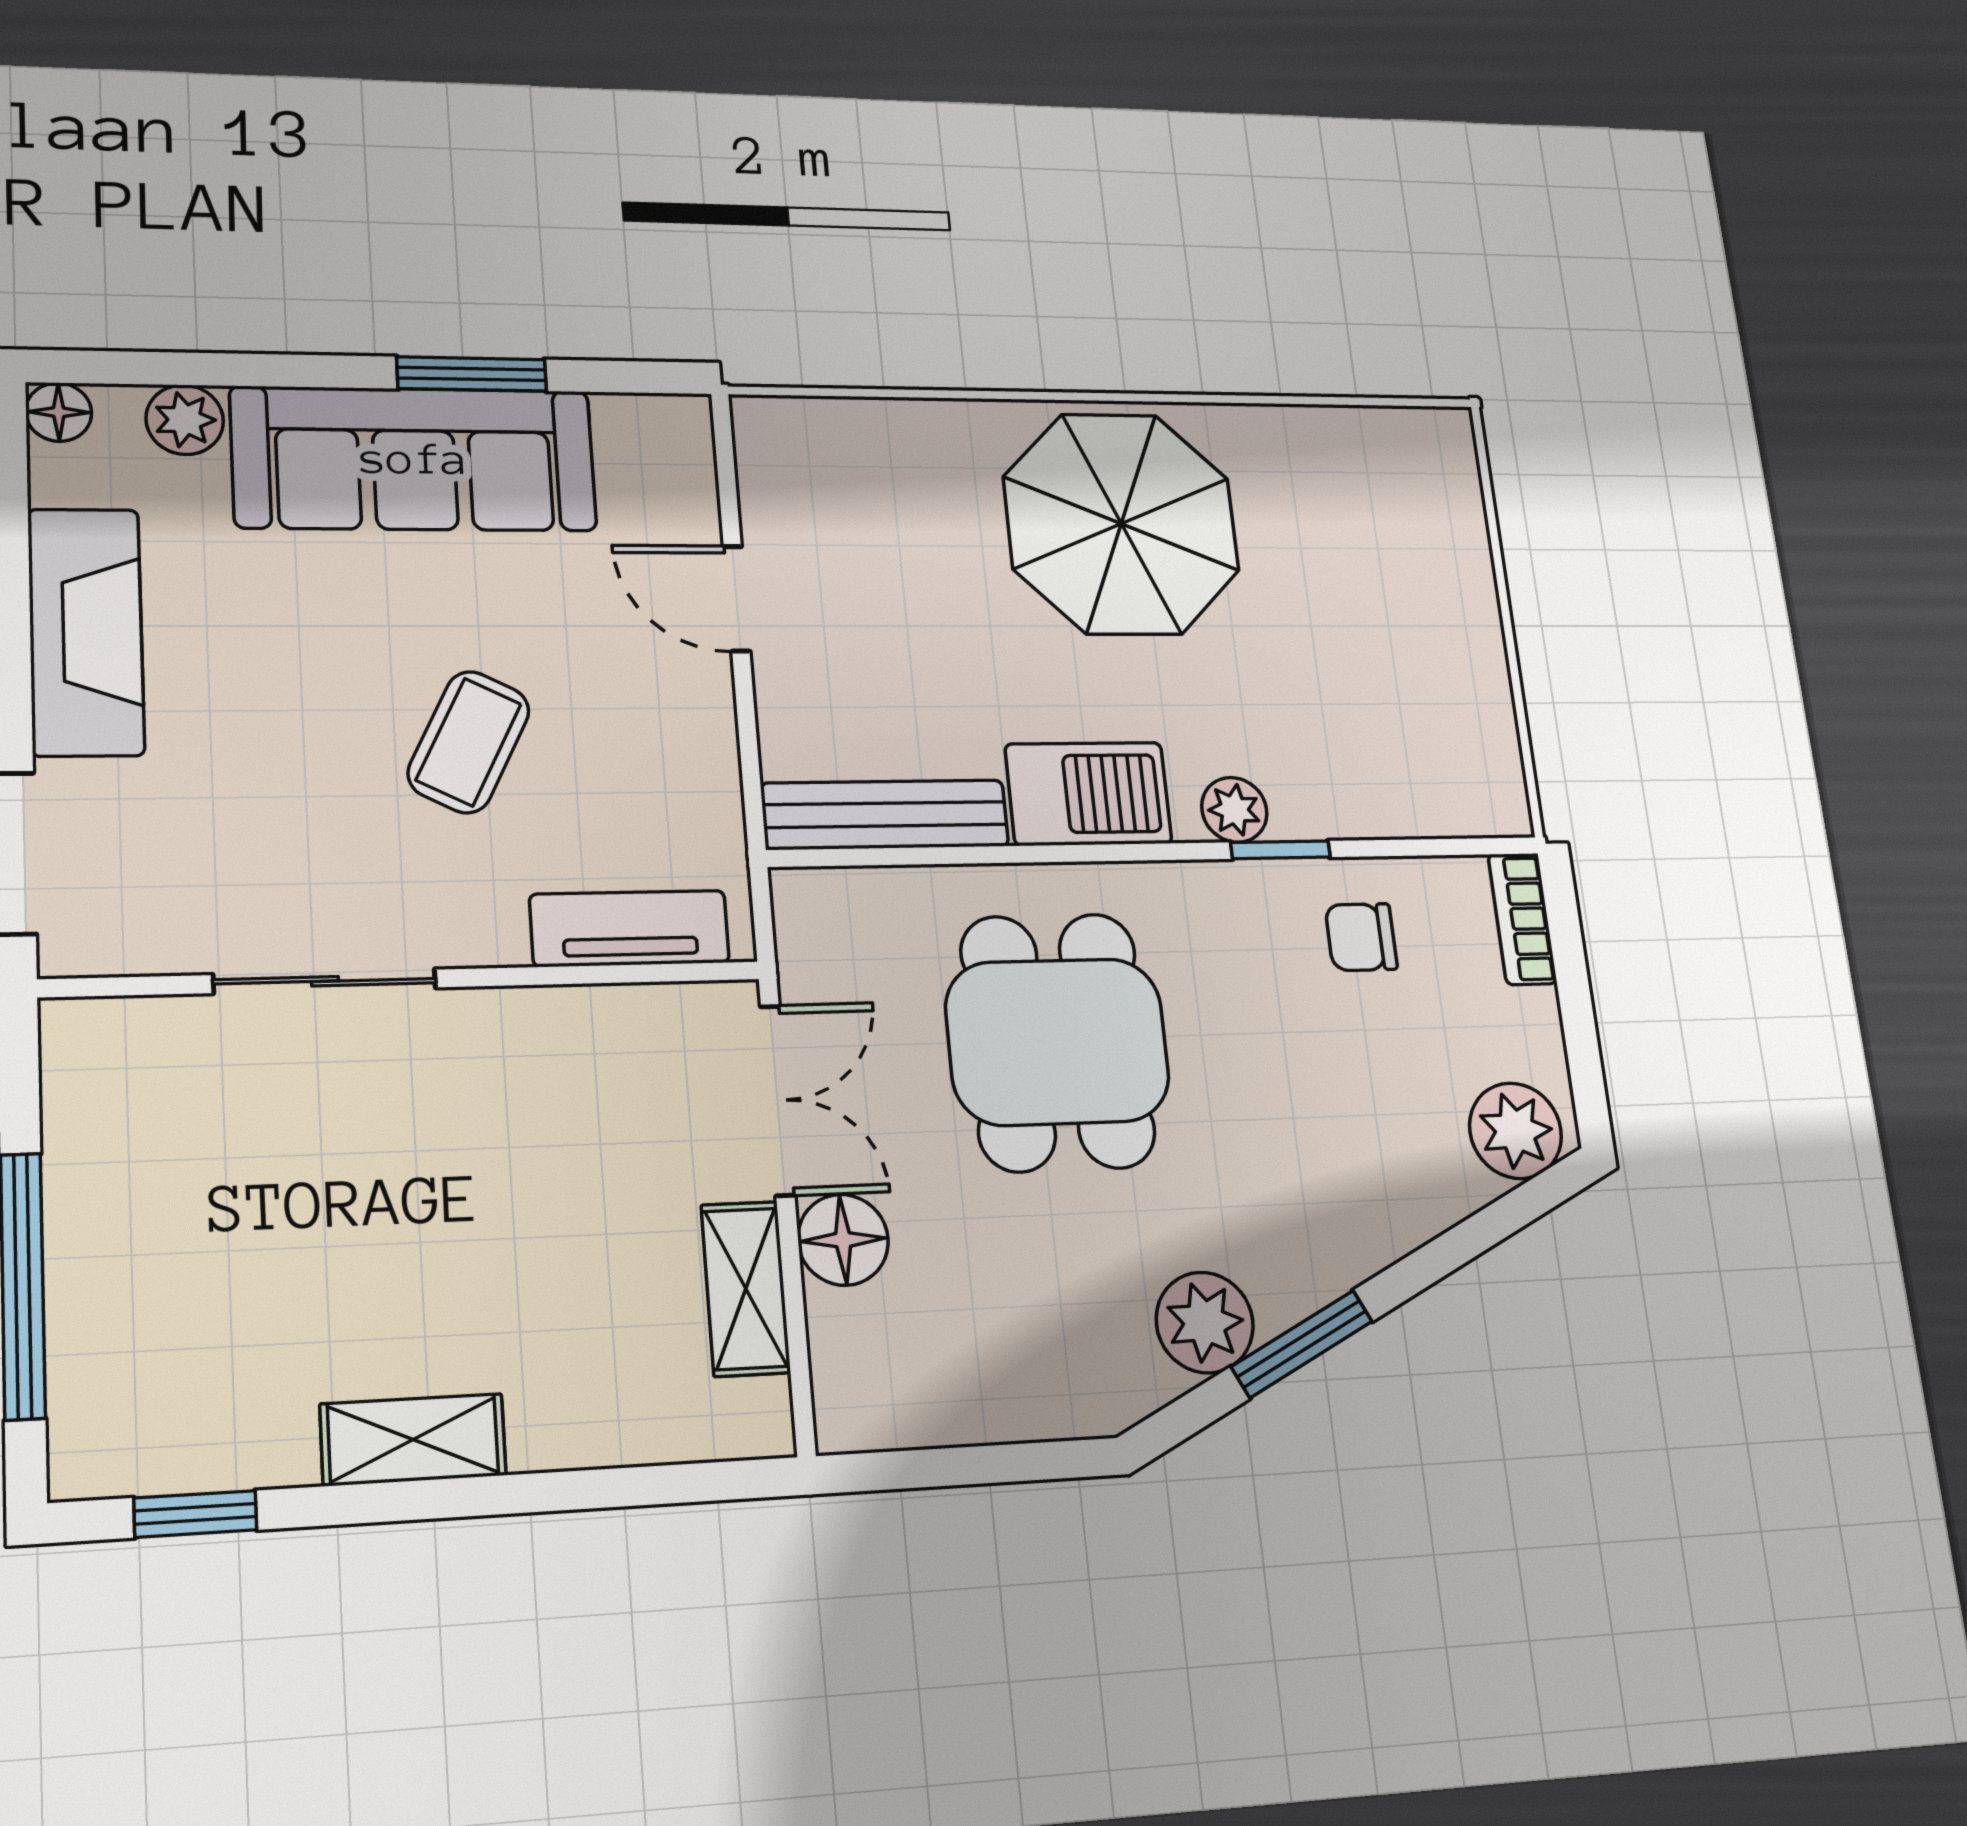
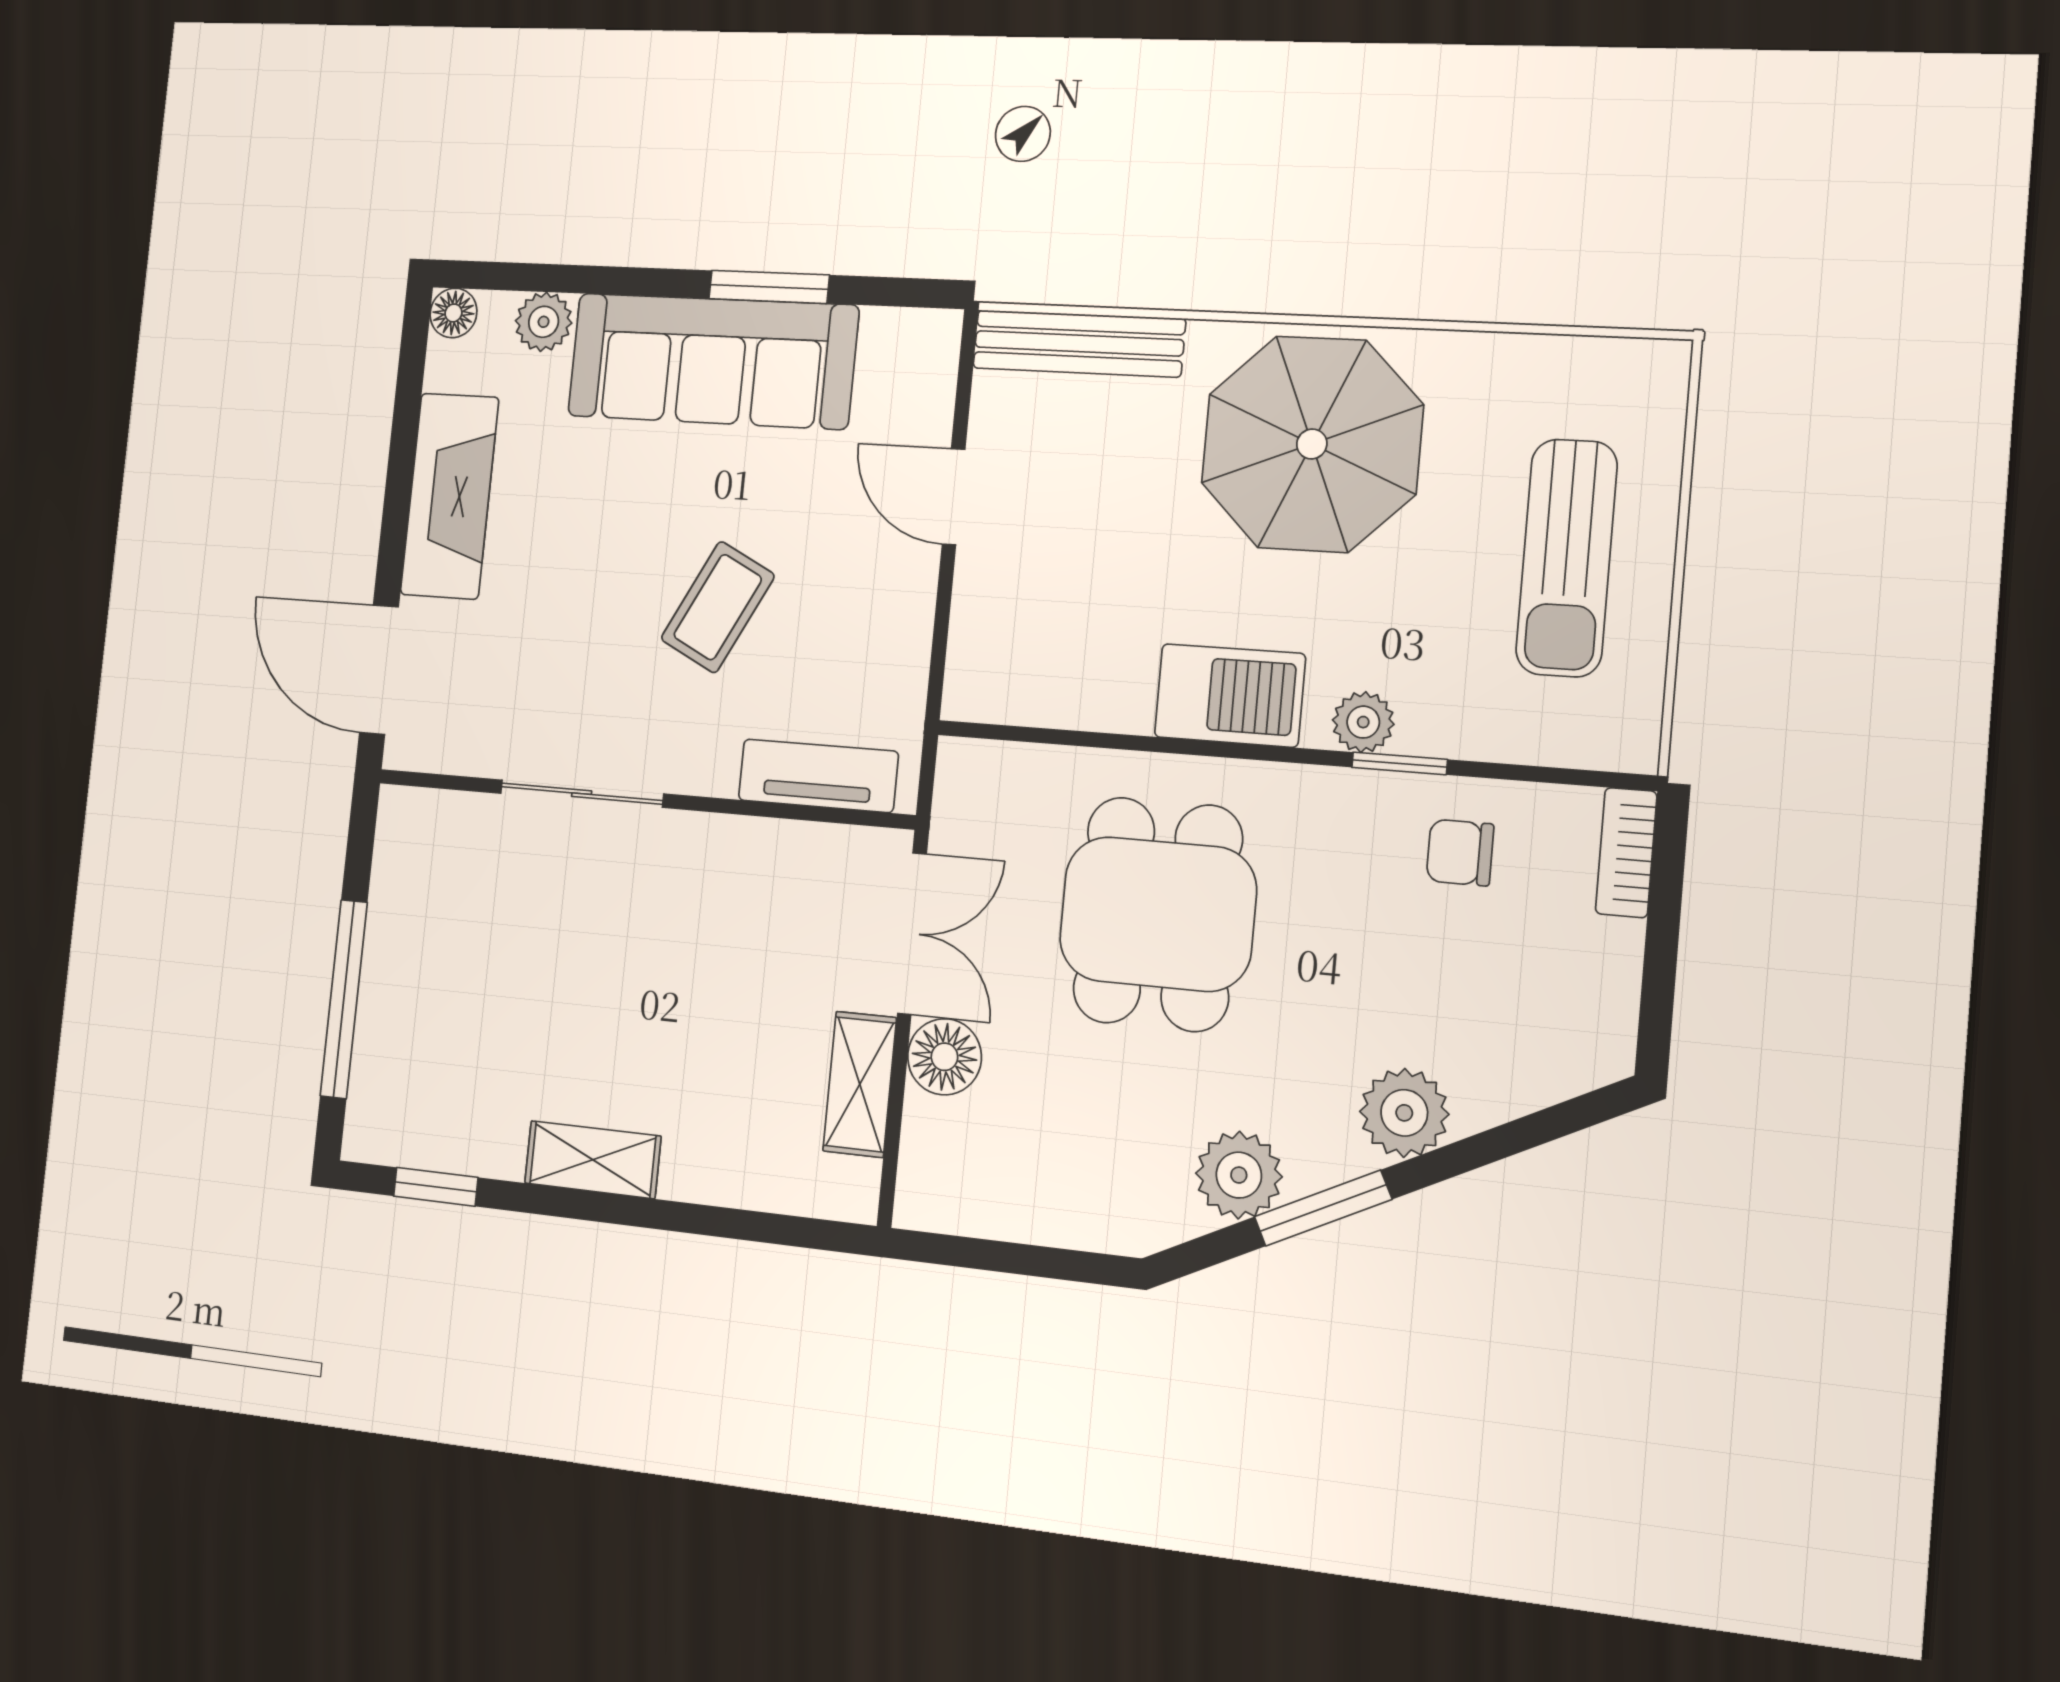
sun lounger: (1400, 626) -> (1567, 558), added
bench: (885, 815) -> (1079, 343), moved
plant: (1516, 1131) -> (1404, 1113), moved

